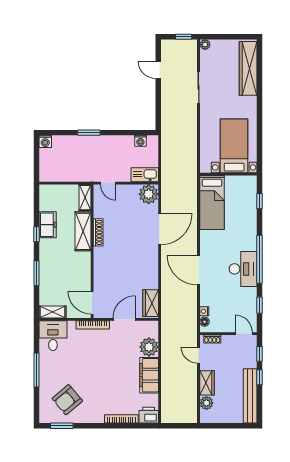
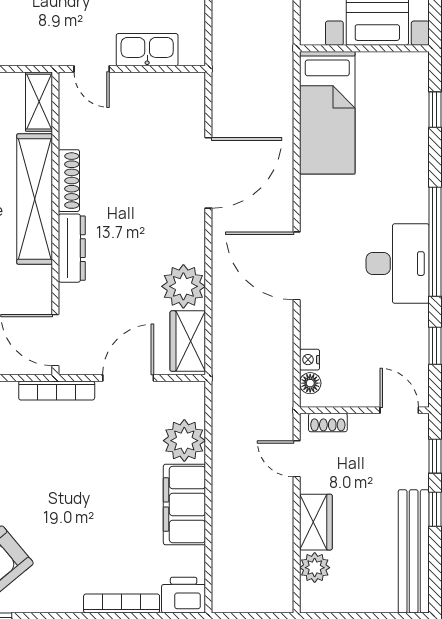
kitchen sink: (145, 175) -> (147, 50), moved
plant: (149, 194) -> (183, 286), moved
shelving: (83, 231) -> (35, 199), width x1.47
dresser: (99, 262) -> (72, 248), added

